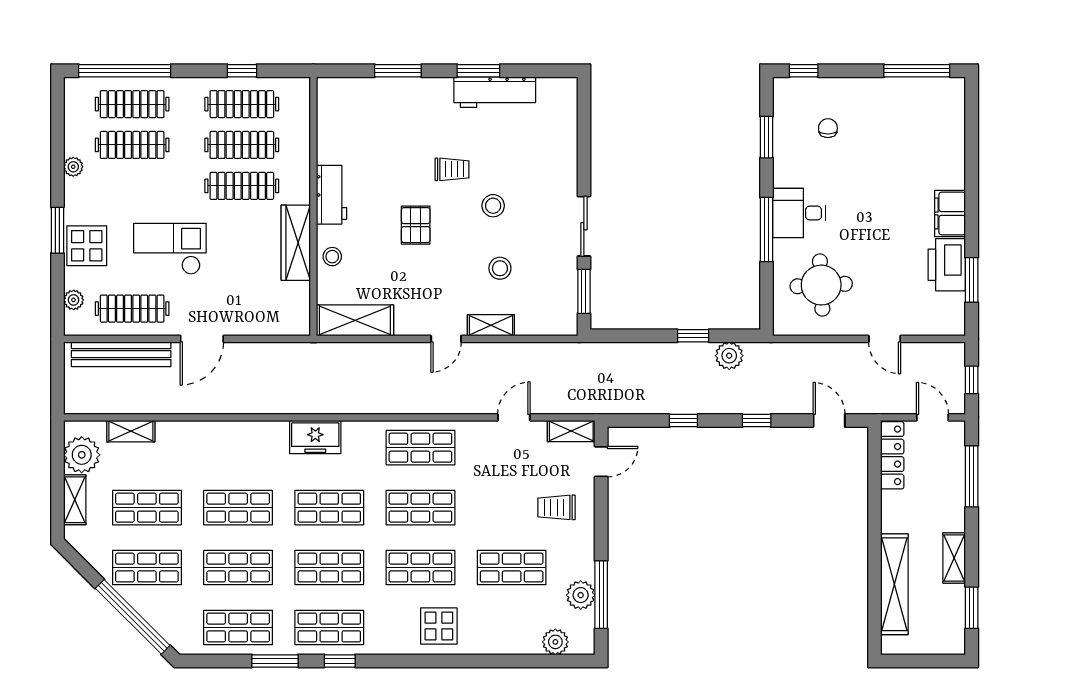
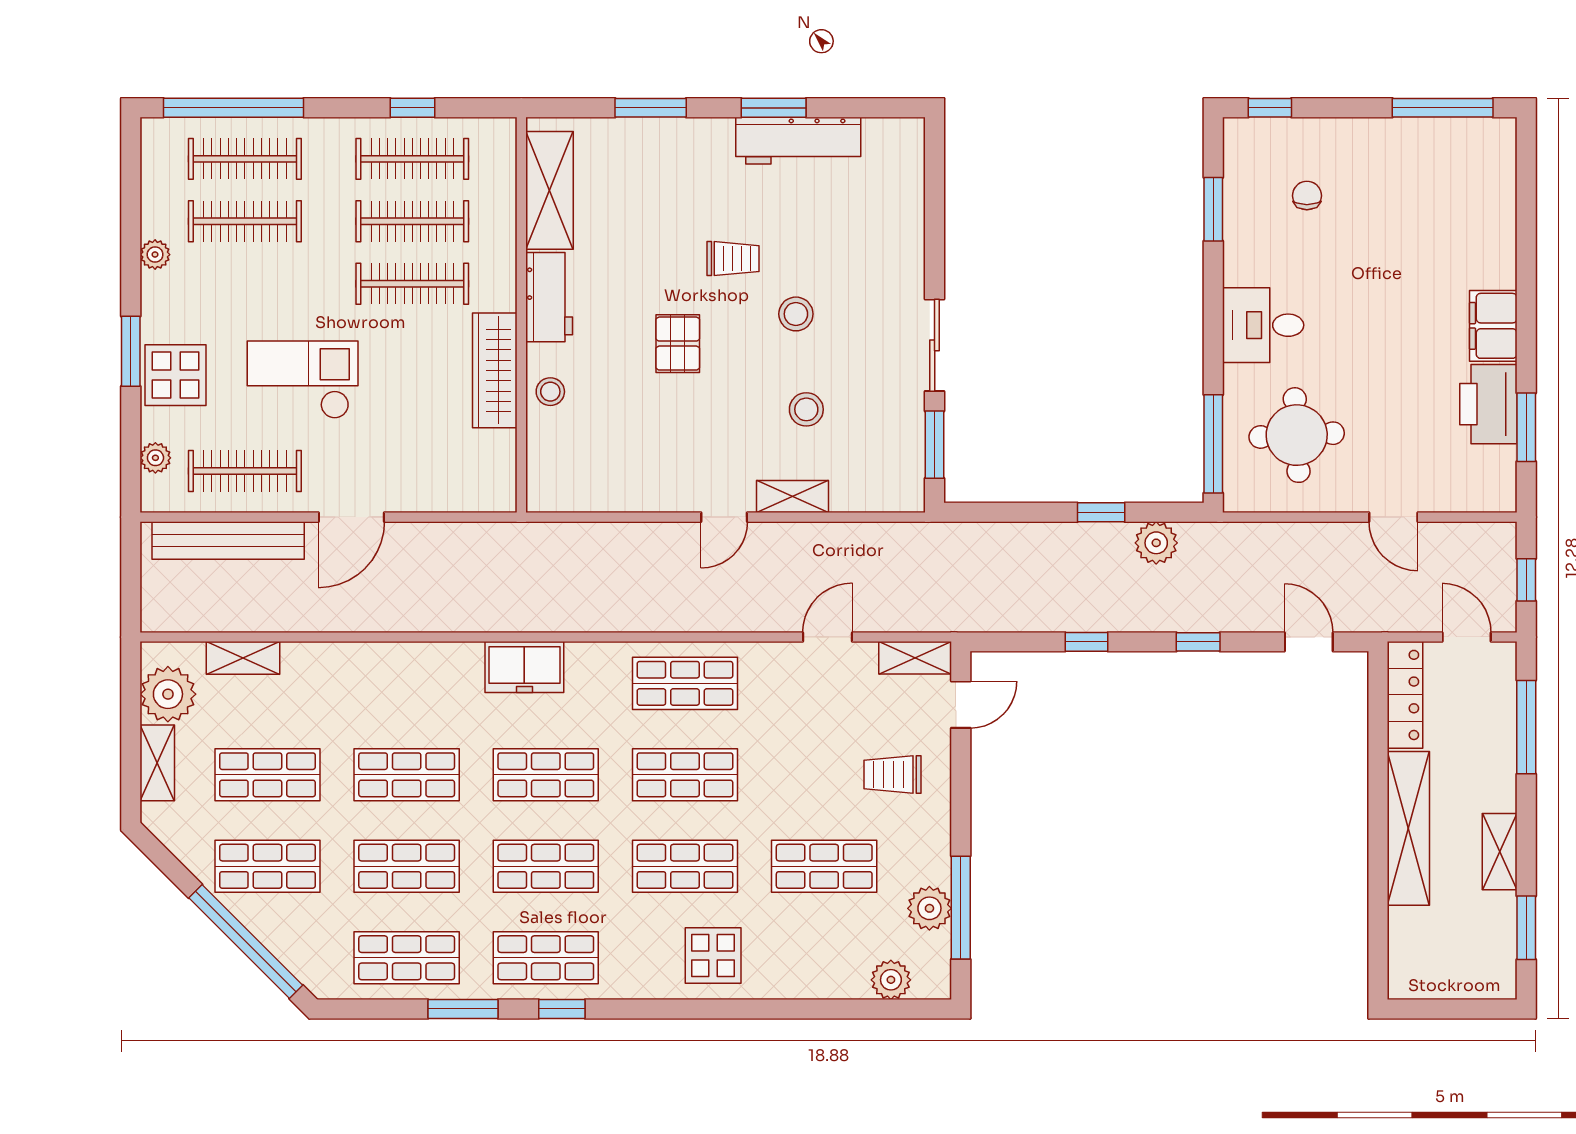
window: (767, 230) -> (1213, 444), moved
shelving: (355, 320) -> (550, 190), moved, turned 90
shelving: (894, 584) -> (1408, 828), moved

